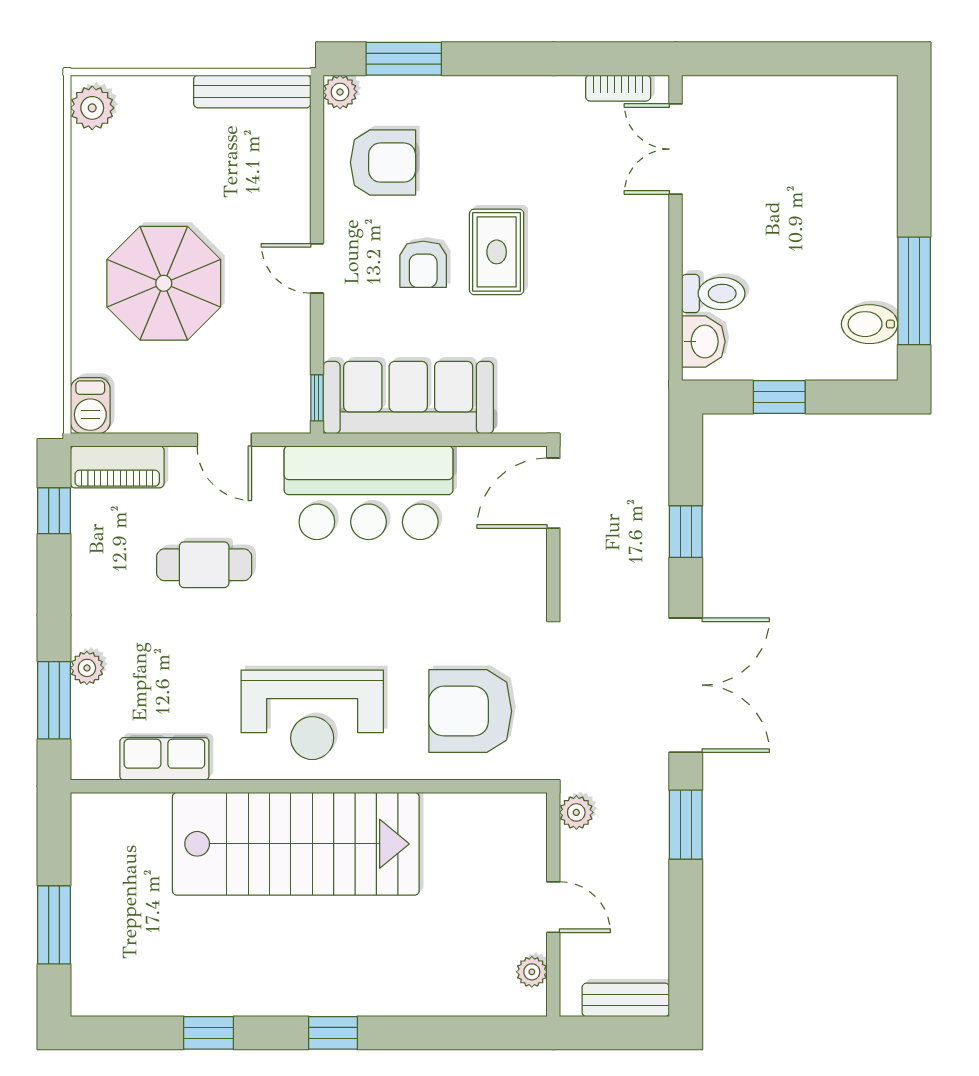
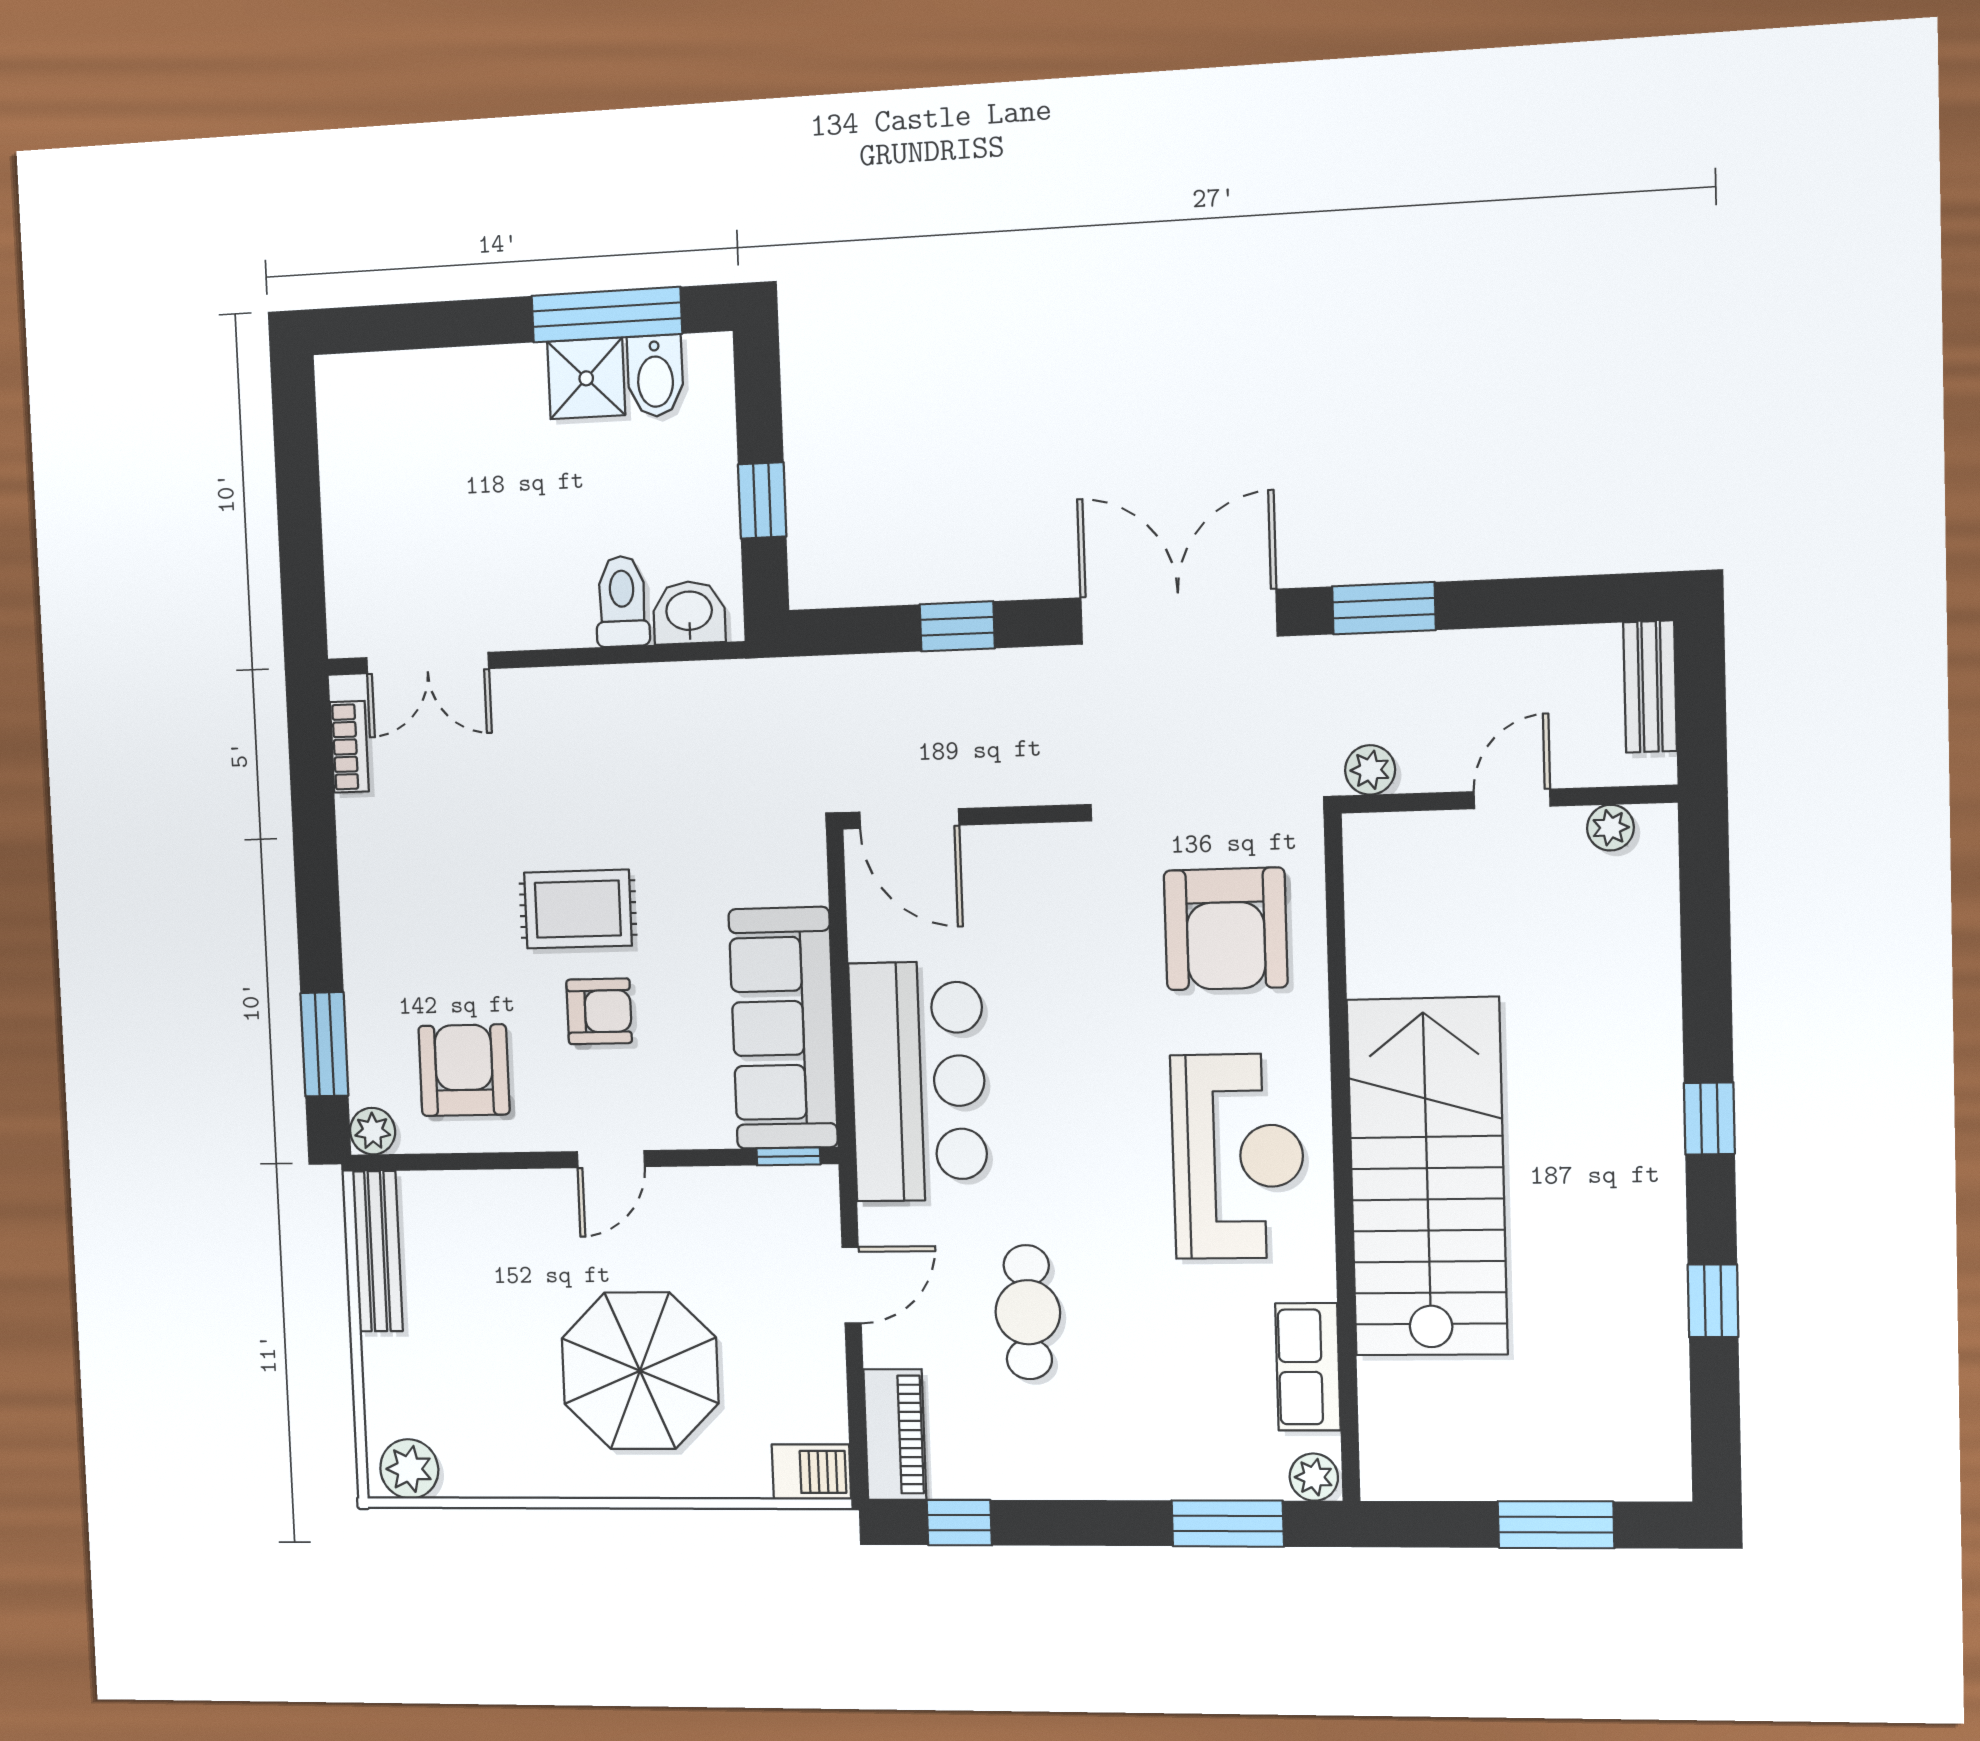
shower: (871, 274) -> (586, 378), added
plant: (87, 668) -> (1314, 1477), moved

